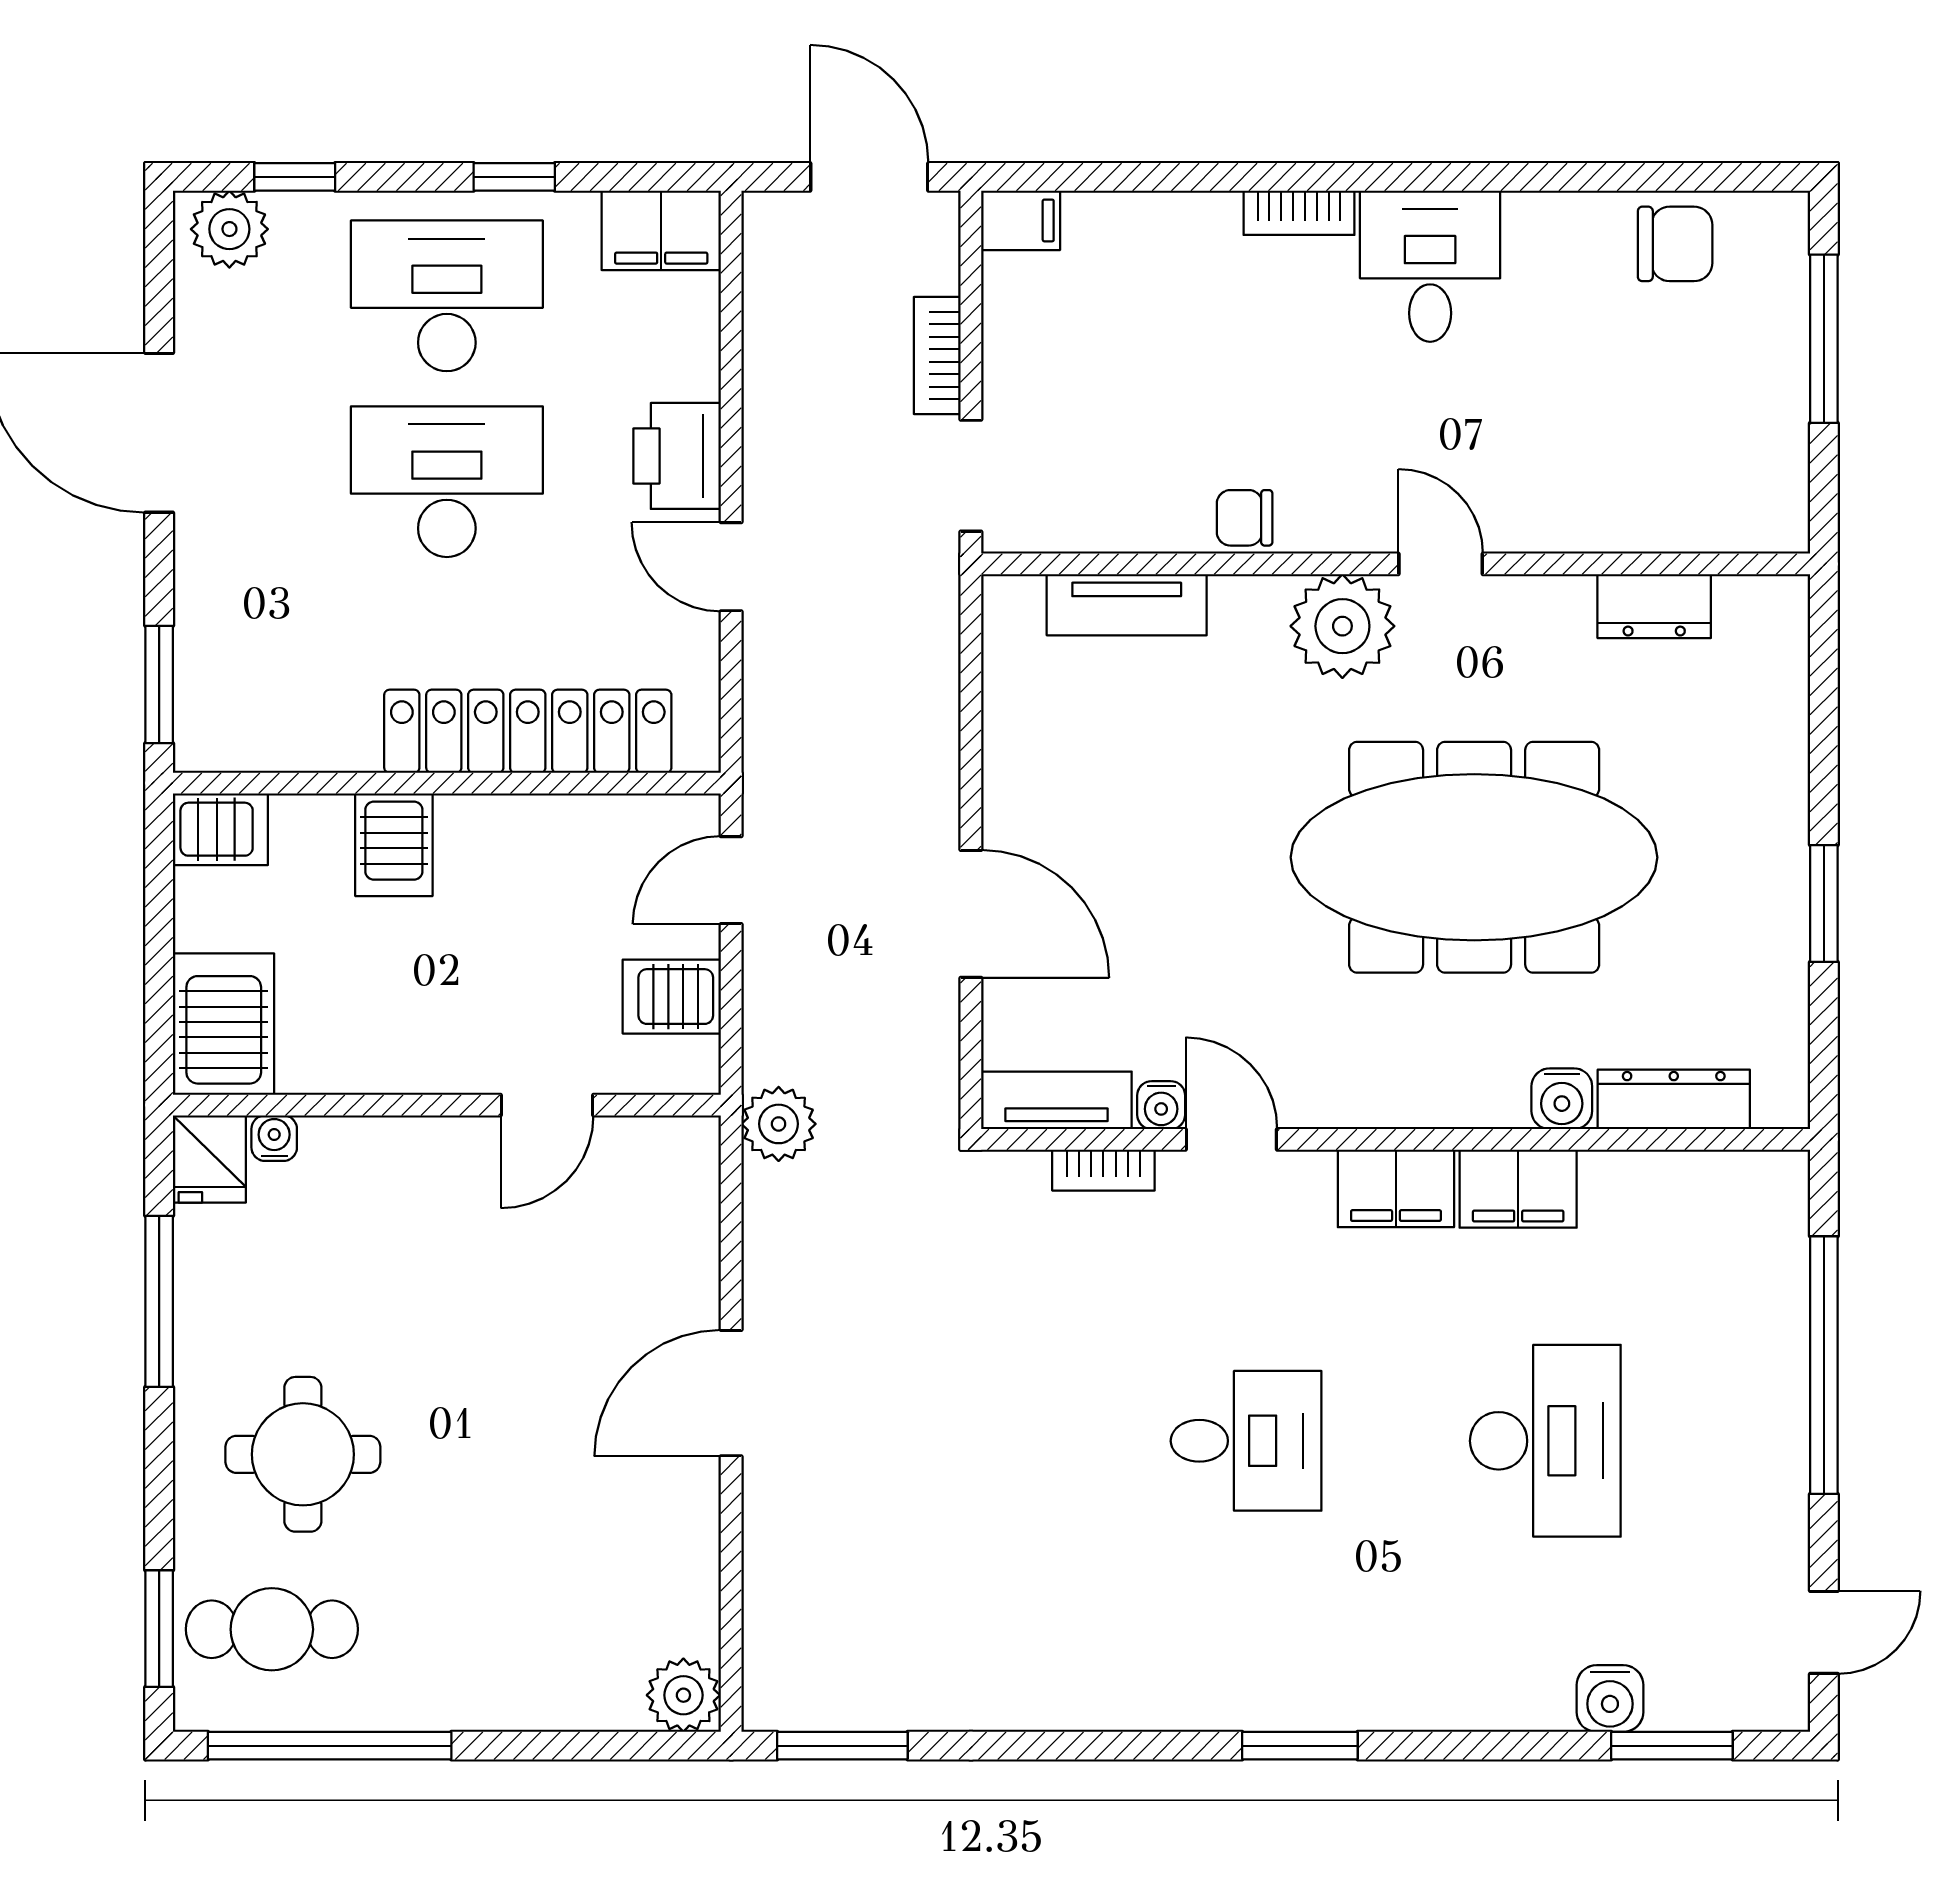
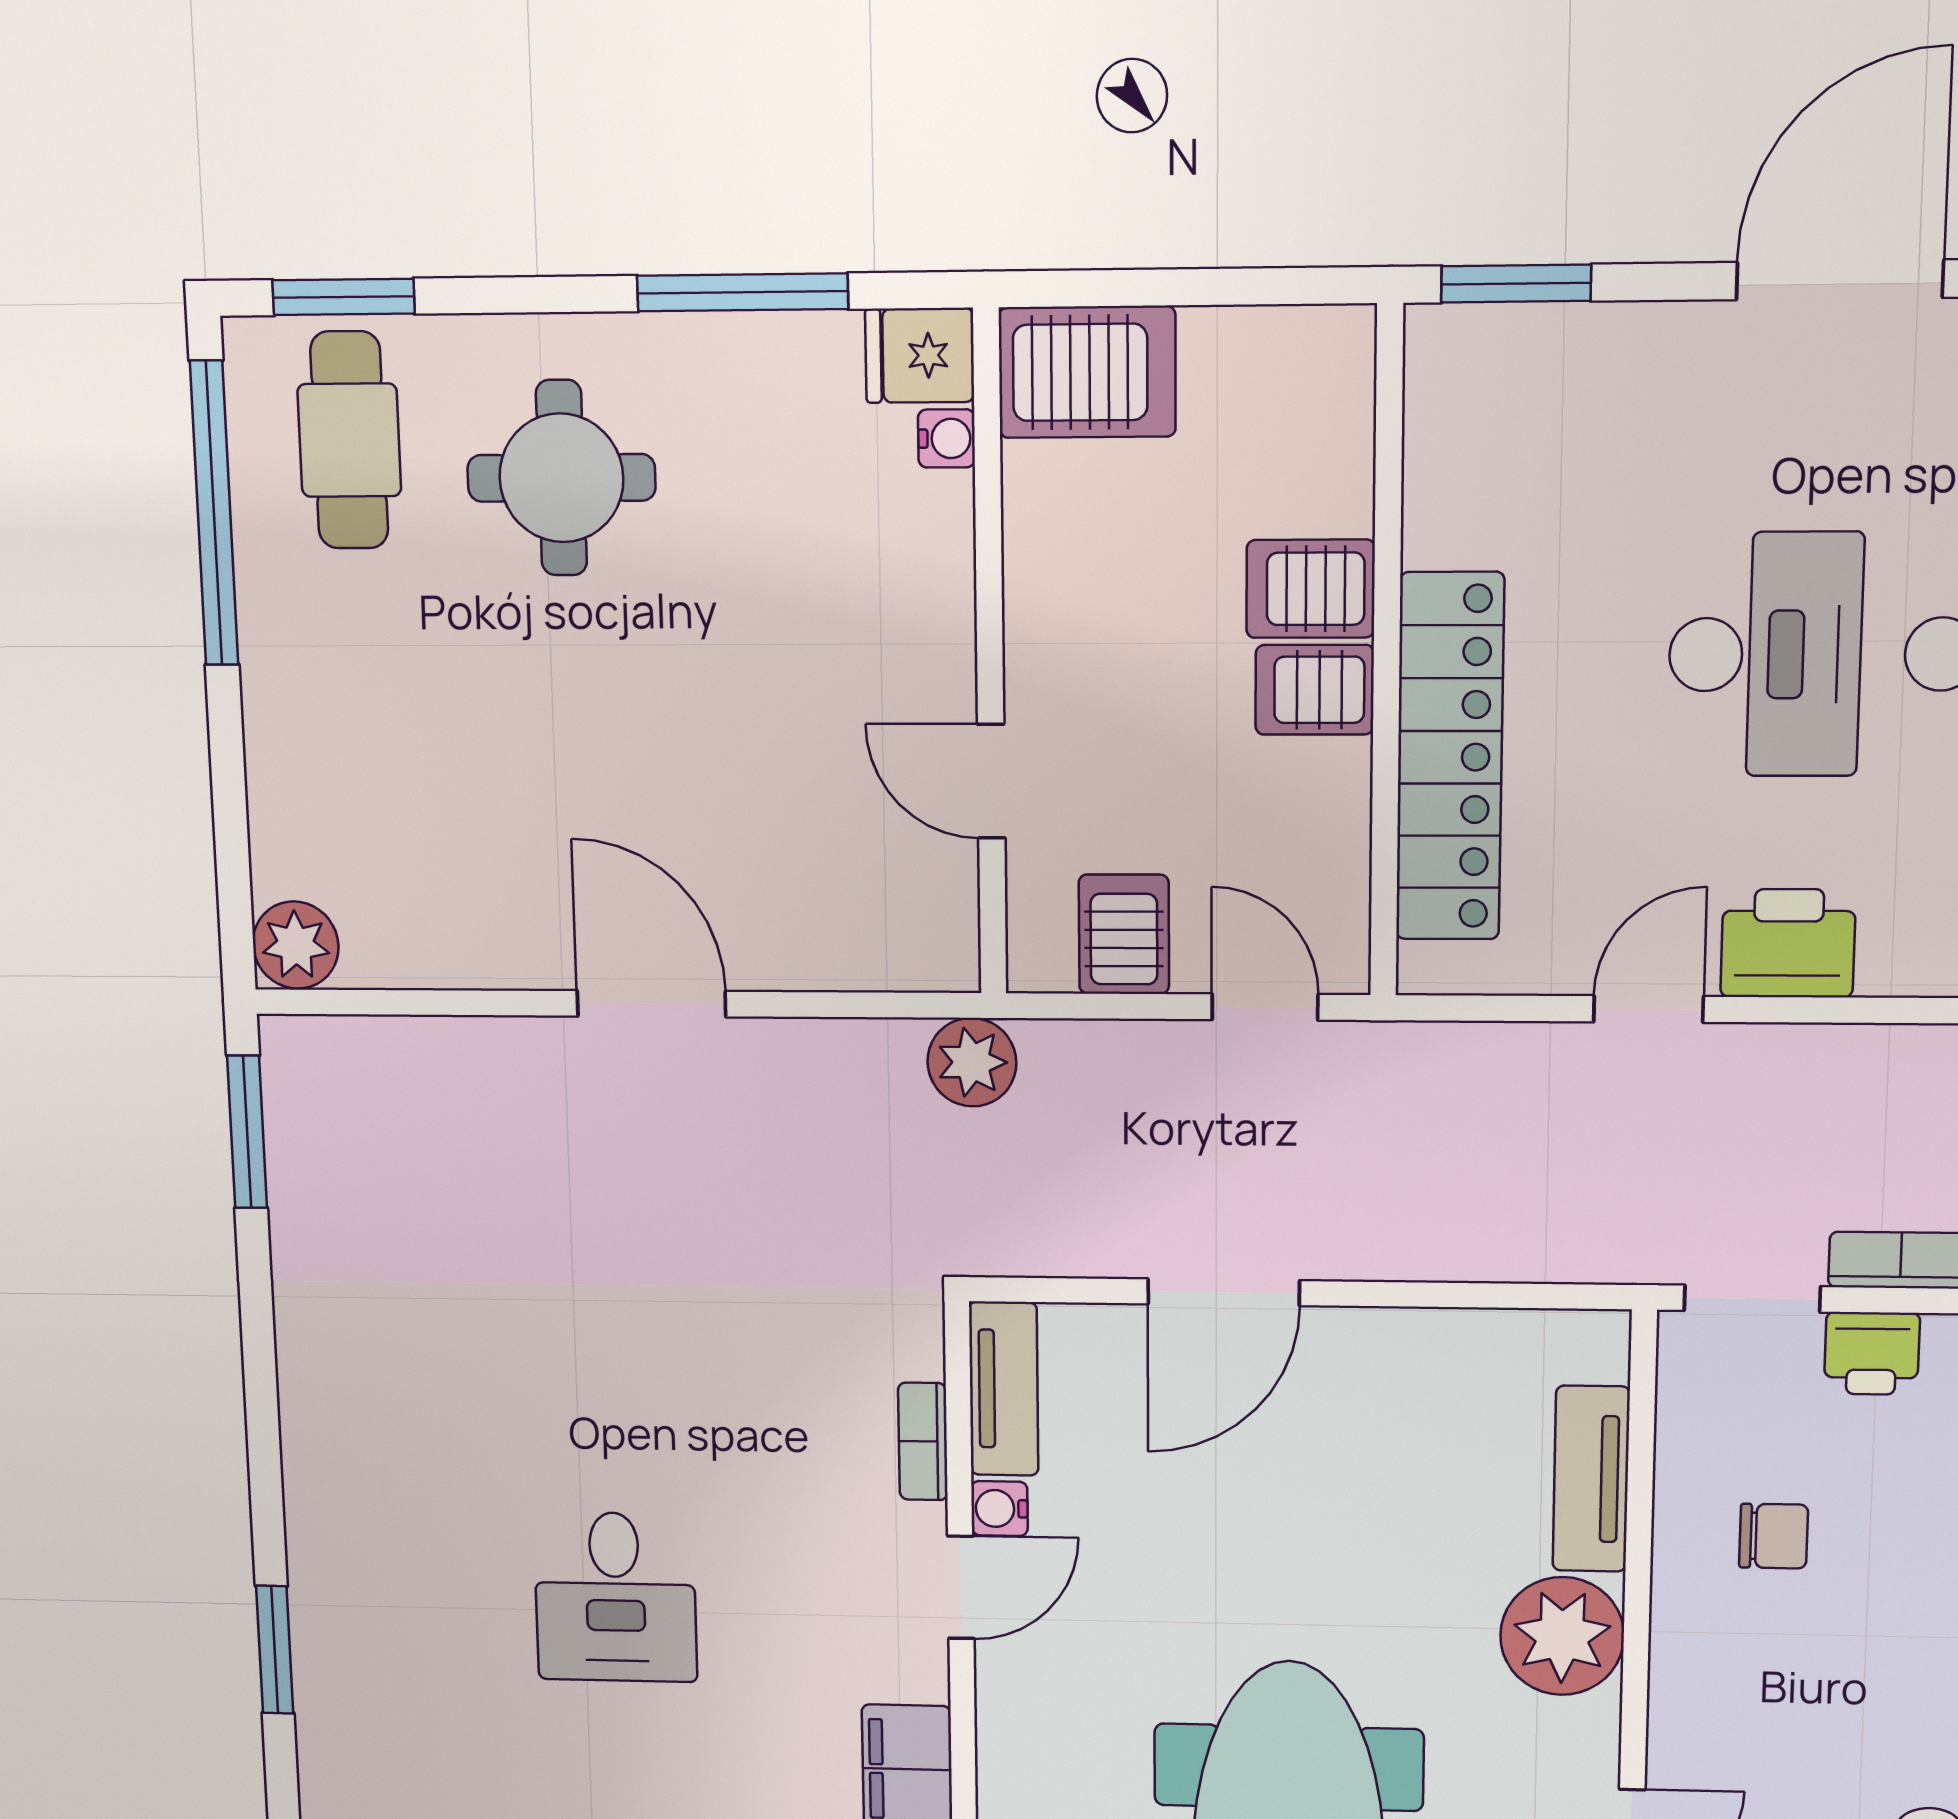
printer: (1016, 376) -> (1872, 1353), added
chair: (1245, 518) -> (1774, 1536), moved, turned 90
plant: (1342, 626) -> (1562, 1636), moved
server rack: (220, 829) -> (1315, 690), moved, turned 90

